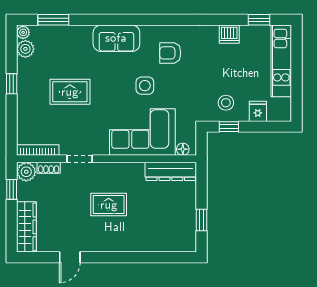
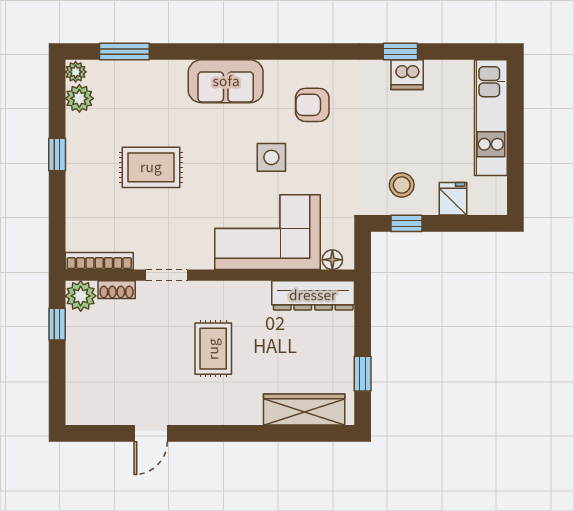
window: (259, 20) -> (400, 52), moved
rug: (109, 205) -> (213, 349), turned 90
wardrobe: (26, 227) -> (304, 409), moved, turned -90

